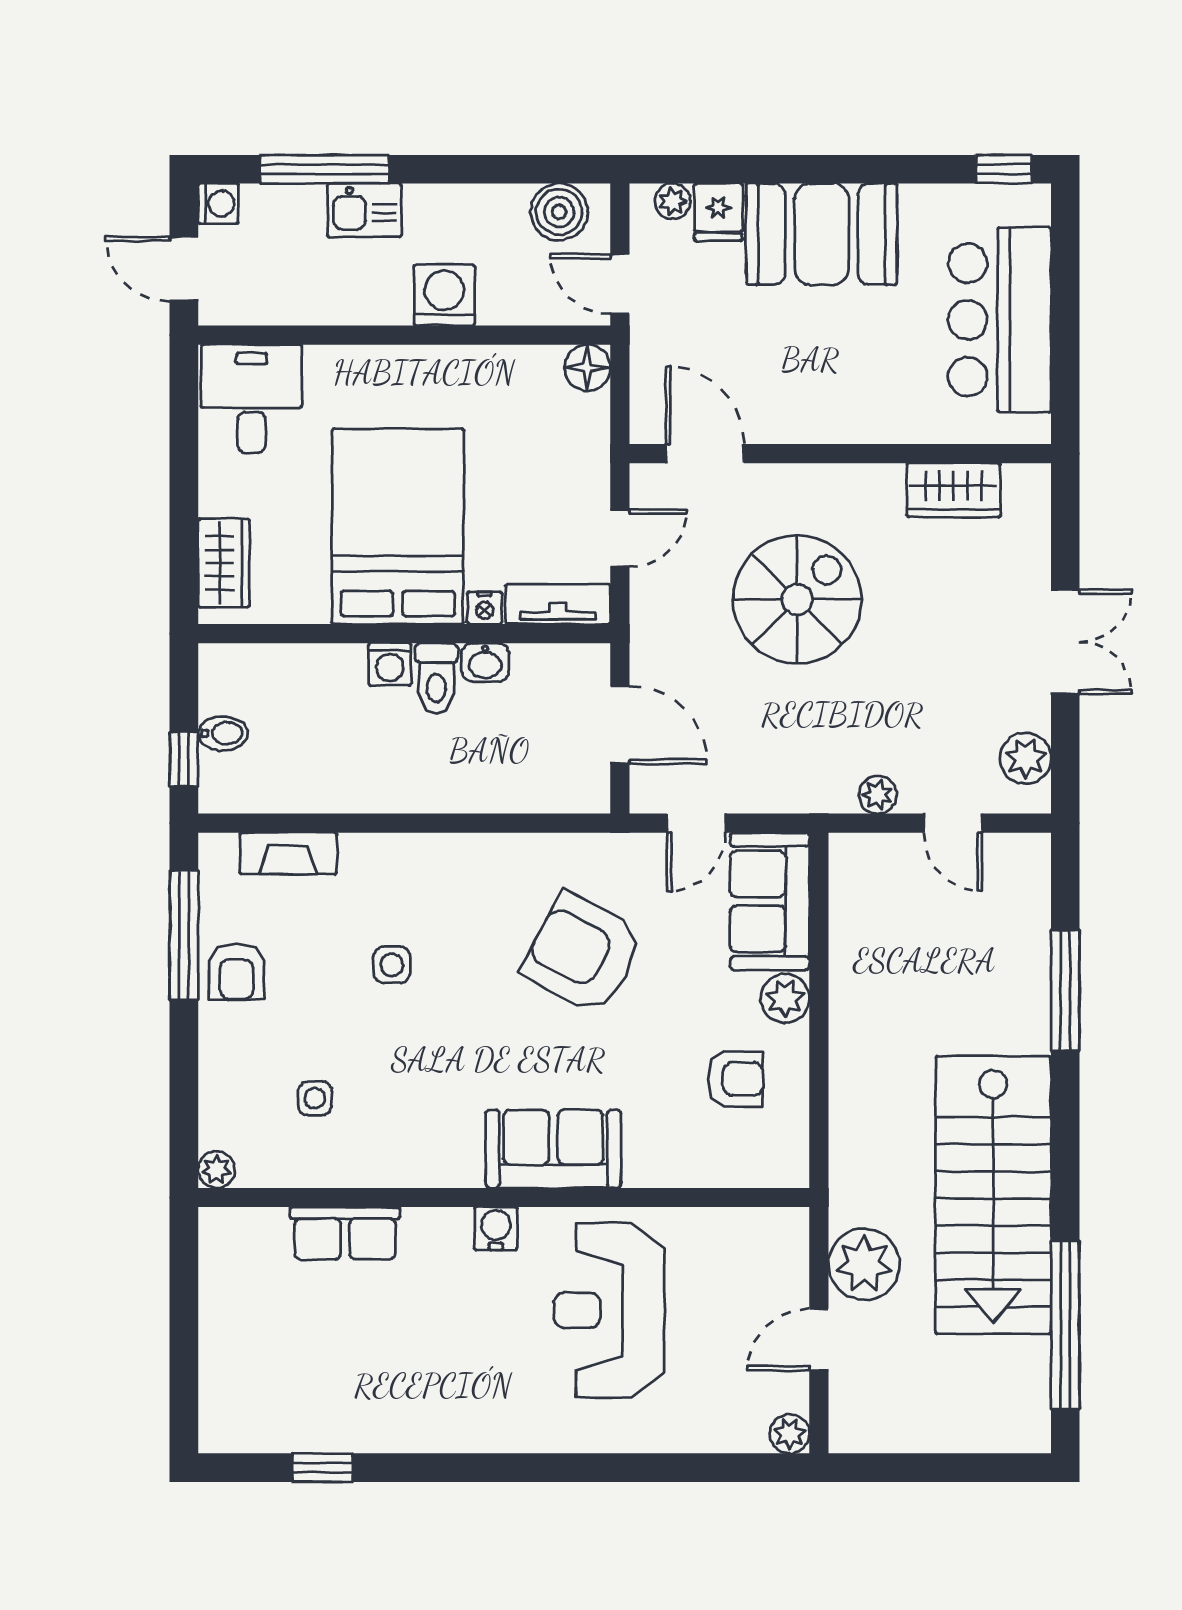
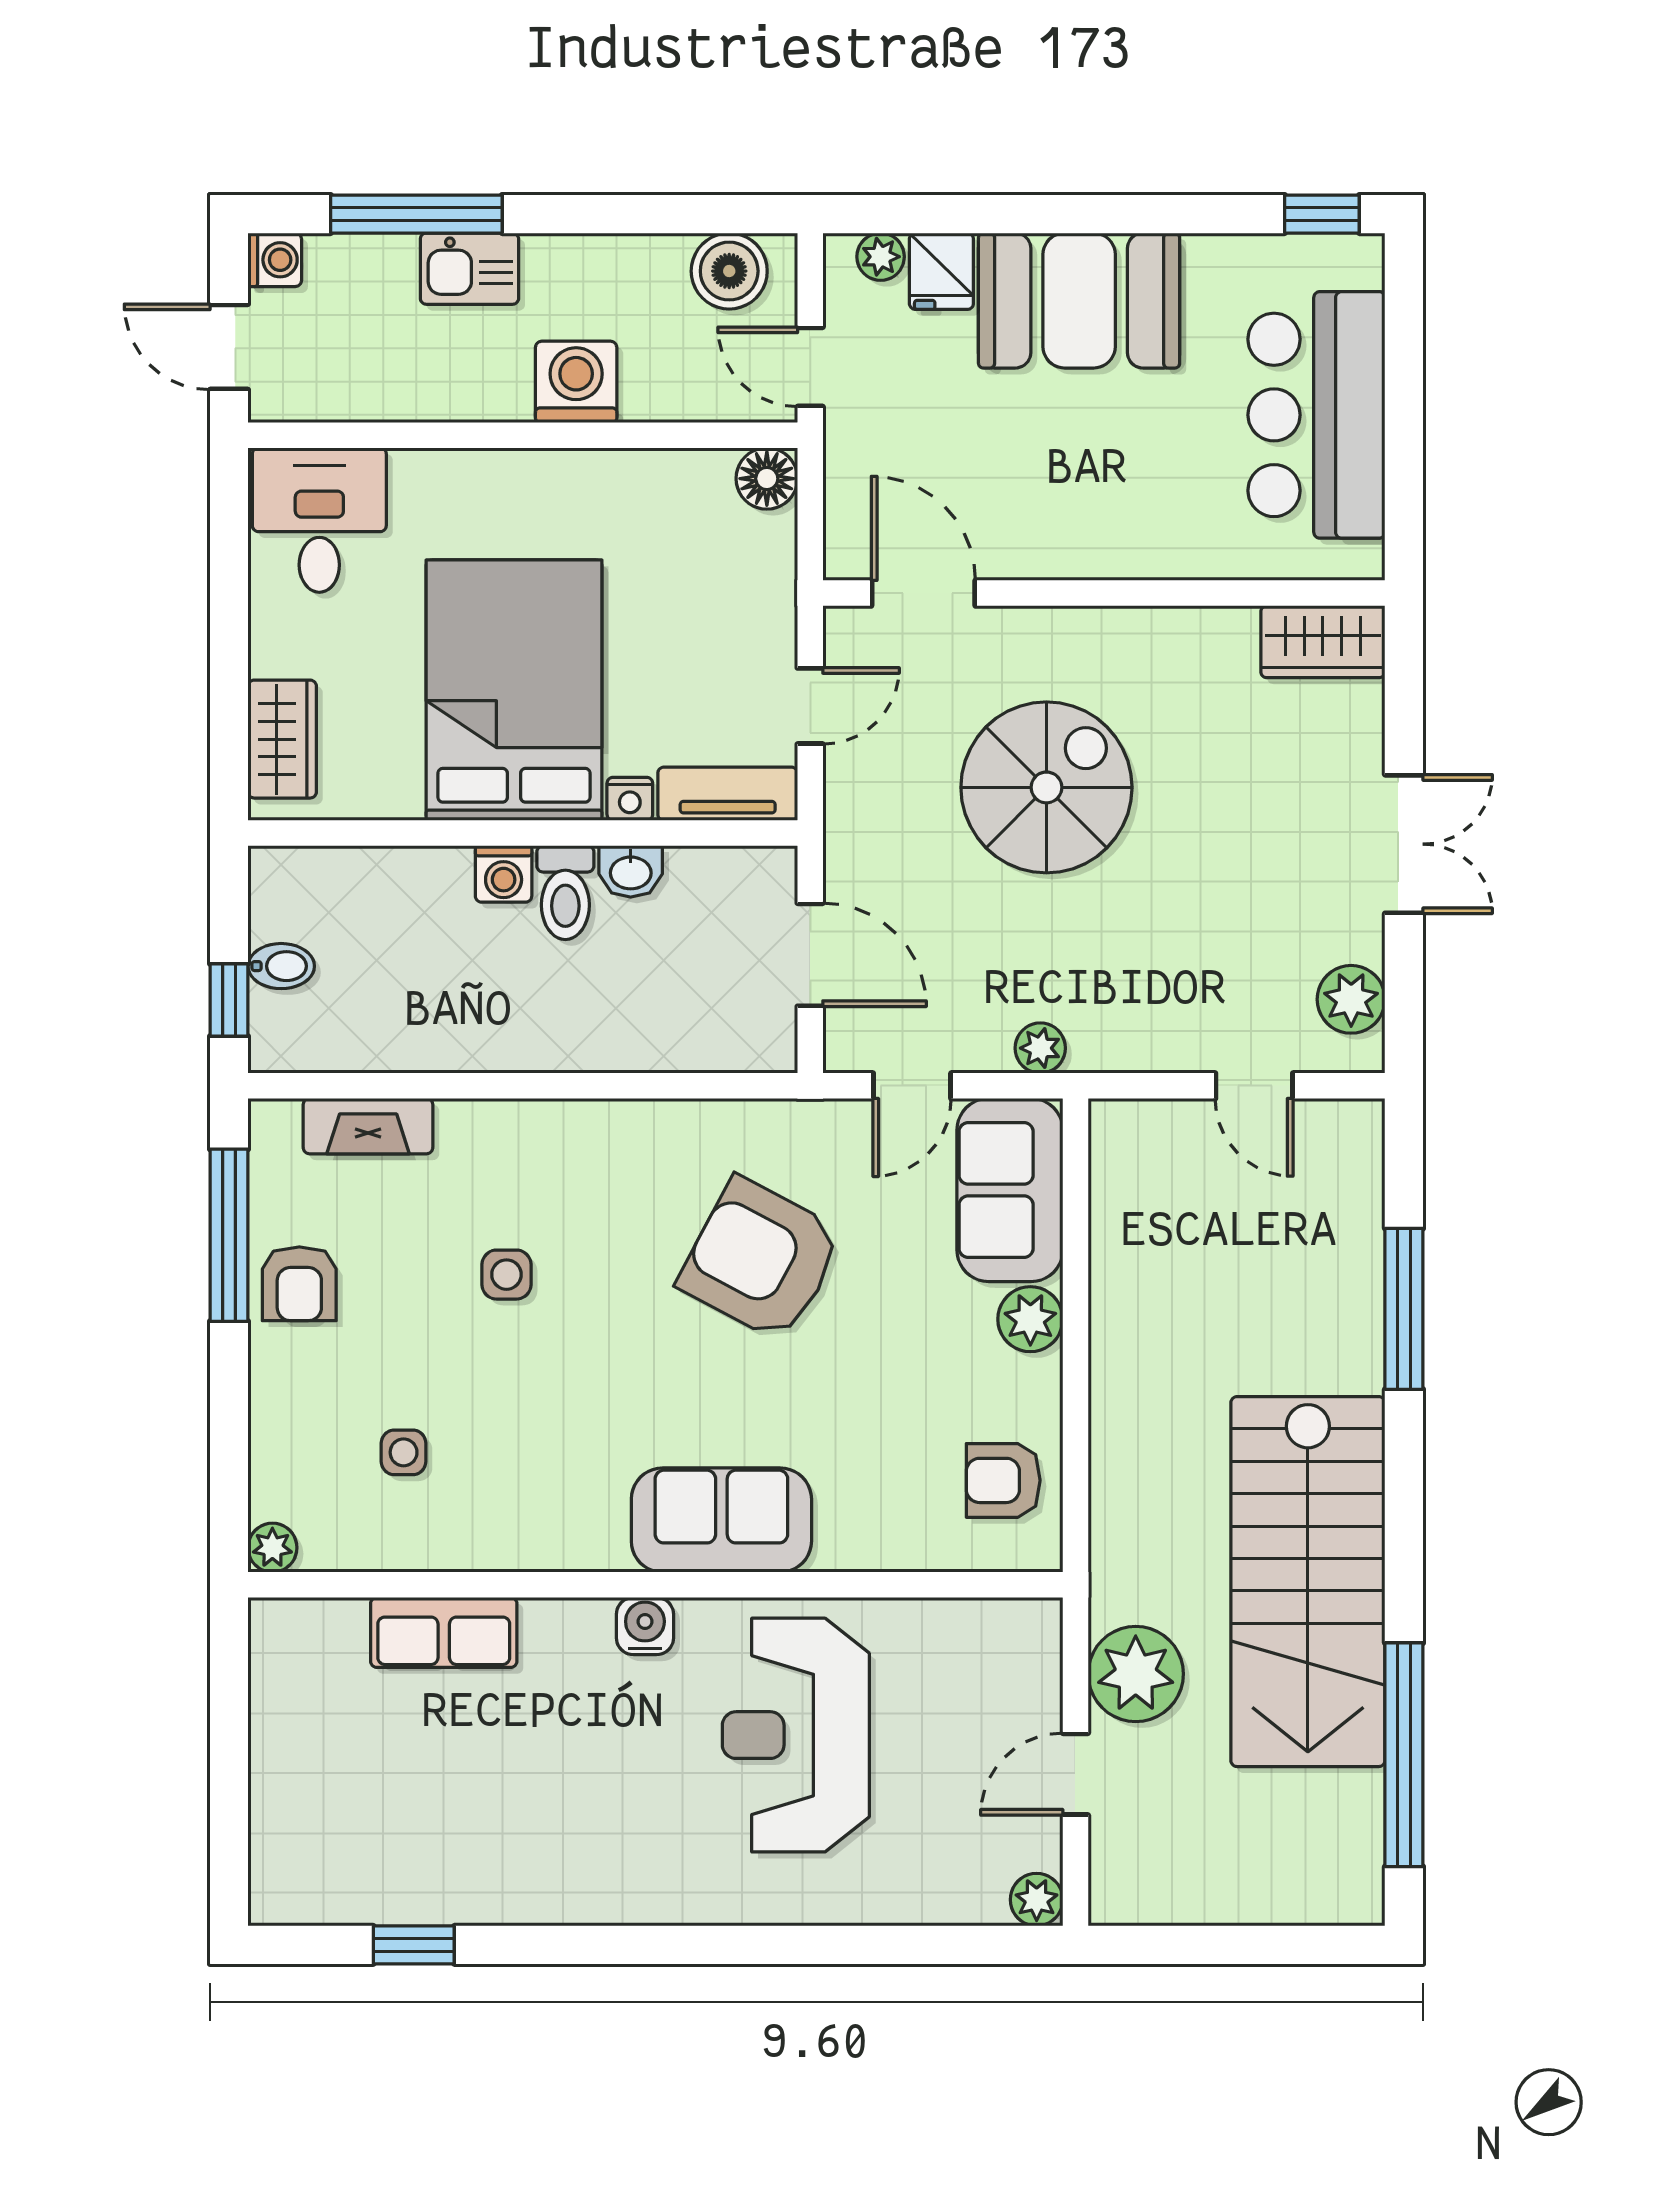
wardrobe: (954, 490) -> (1323, 642), moved
plant: (878, 795) -> (1040, 1048), moved
armchair: (735, 1079) -> (1003, 1480), moved, turned 180

